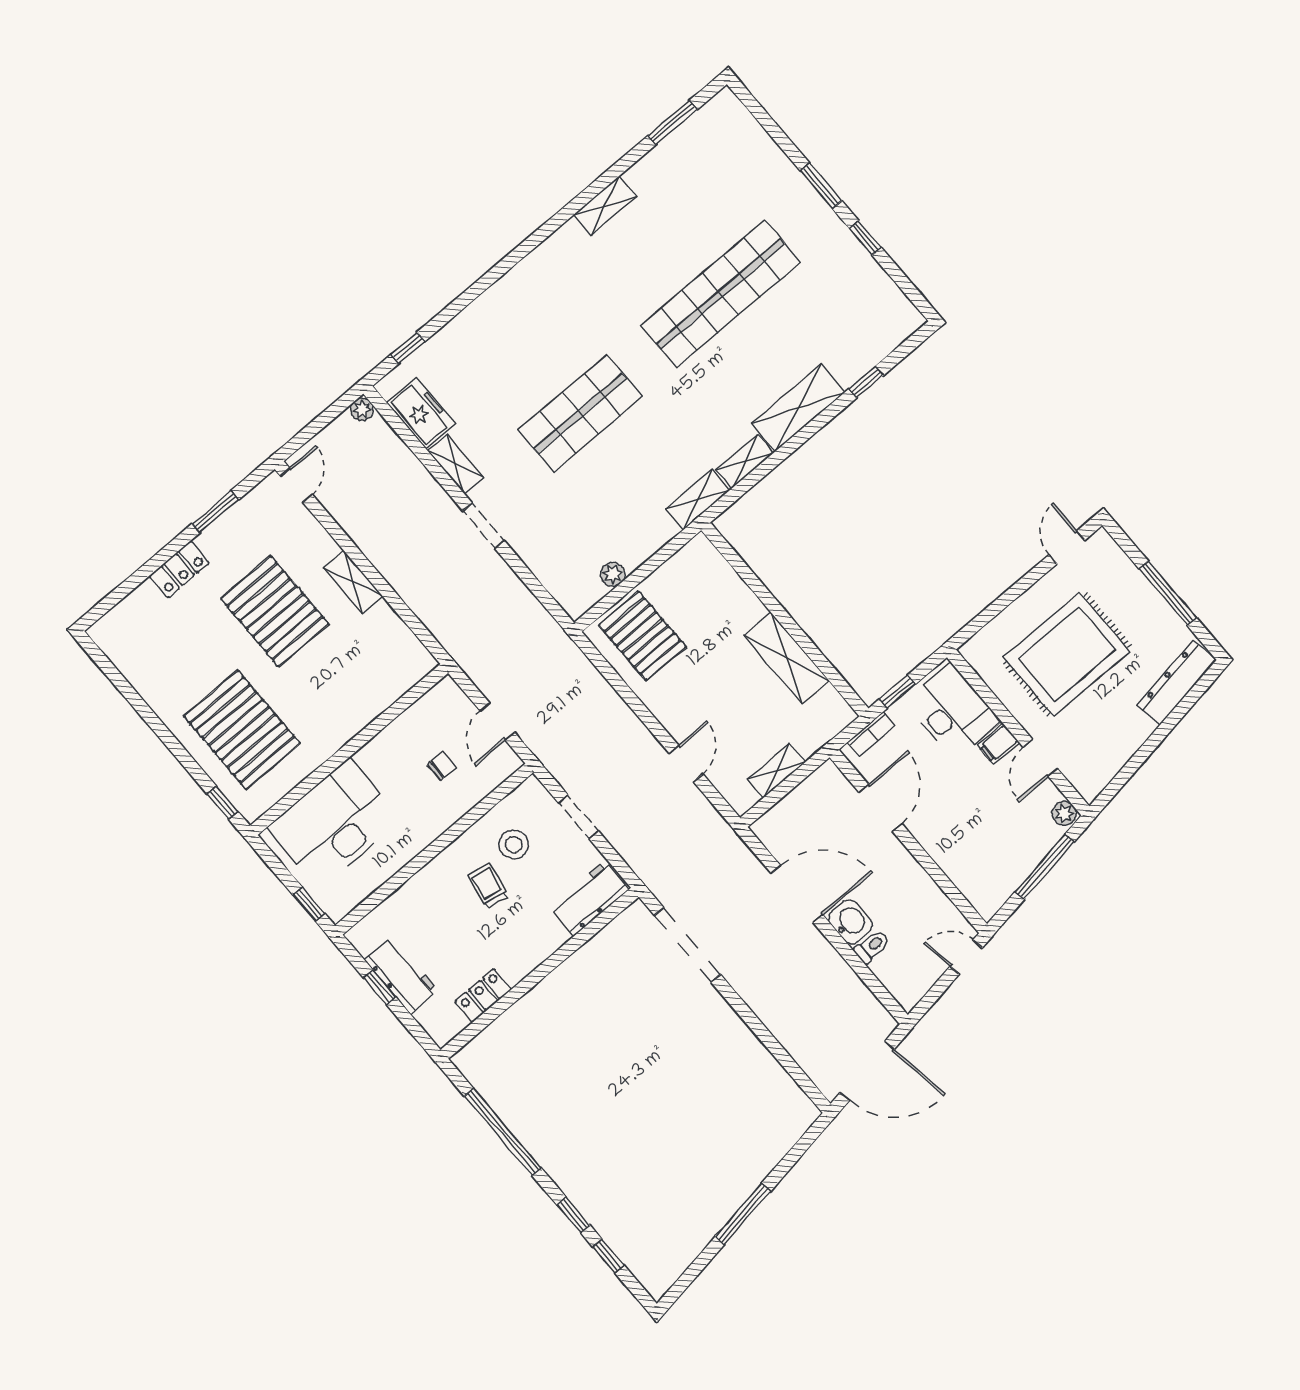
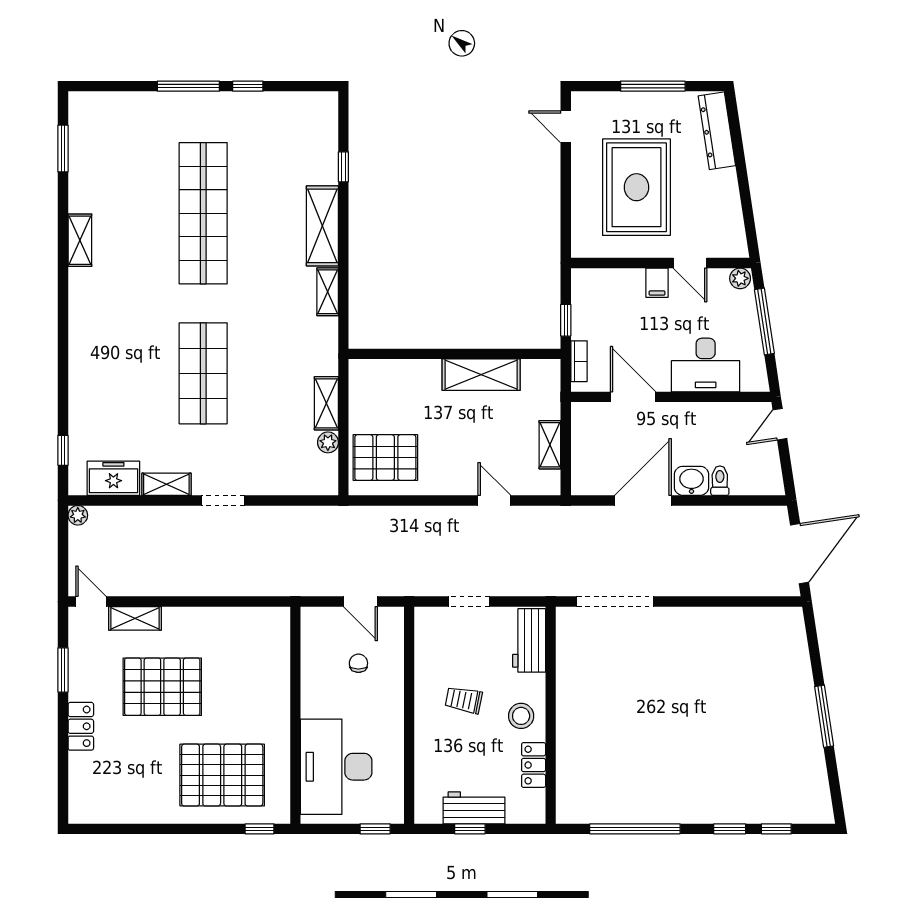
window: (821, 186) -> (188, 86), width x1.44
shelving: (698, 500) -> (326, 403), moved
shelving: (353, 582) -> (135, 618), moved
desk: (953, 711) -> (706, 365), moved, turned 180
stool: (514, 845) -> (521, 716), moved

